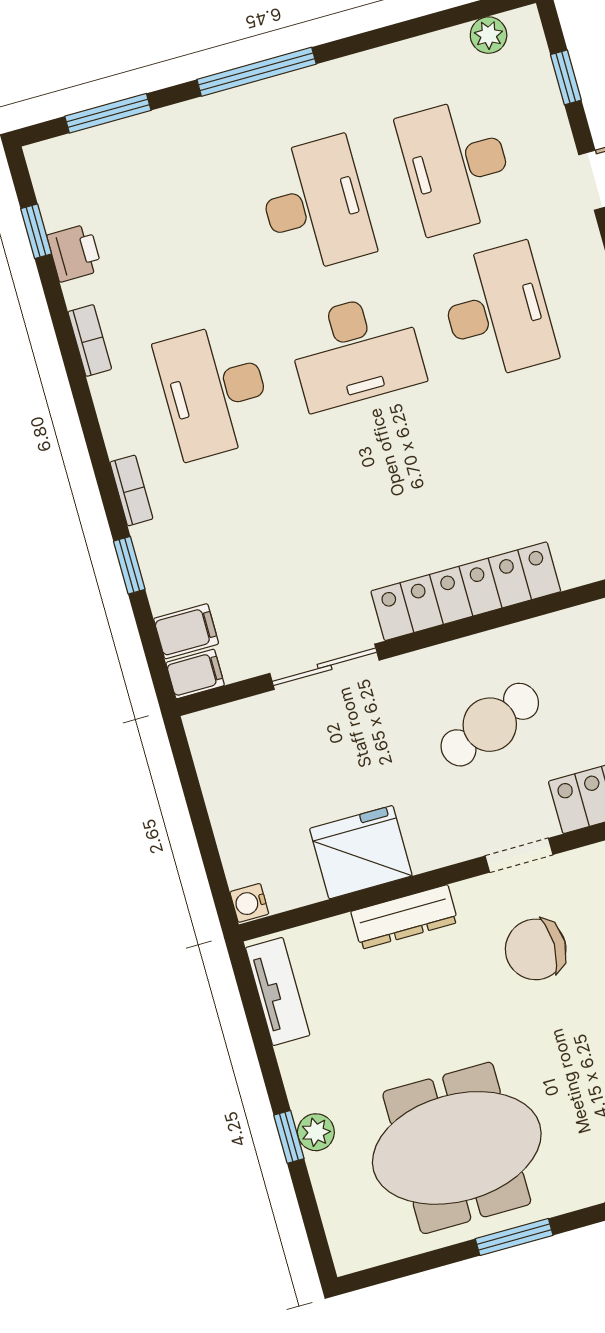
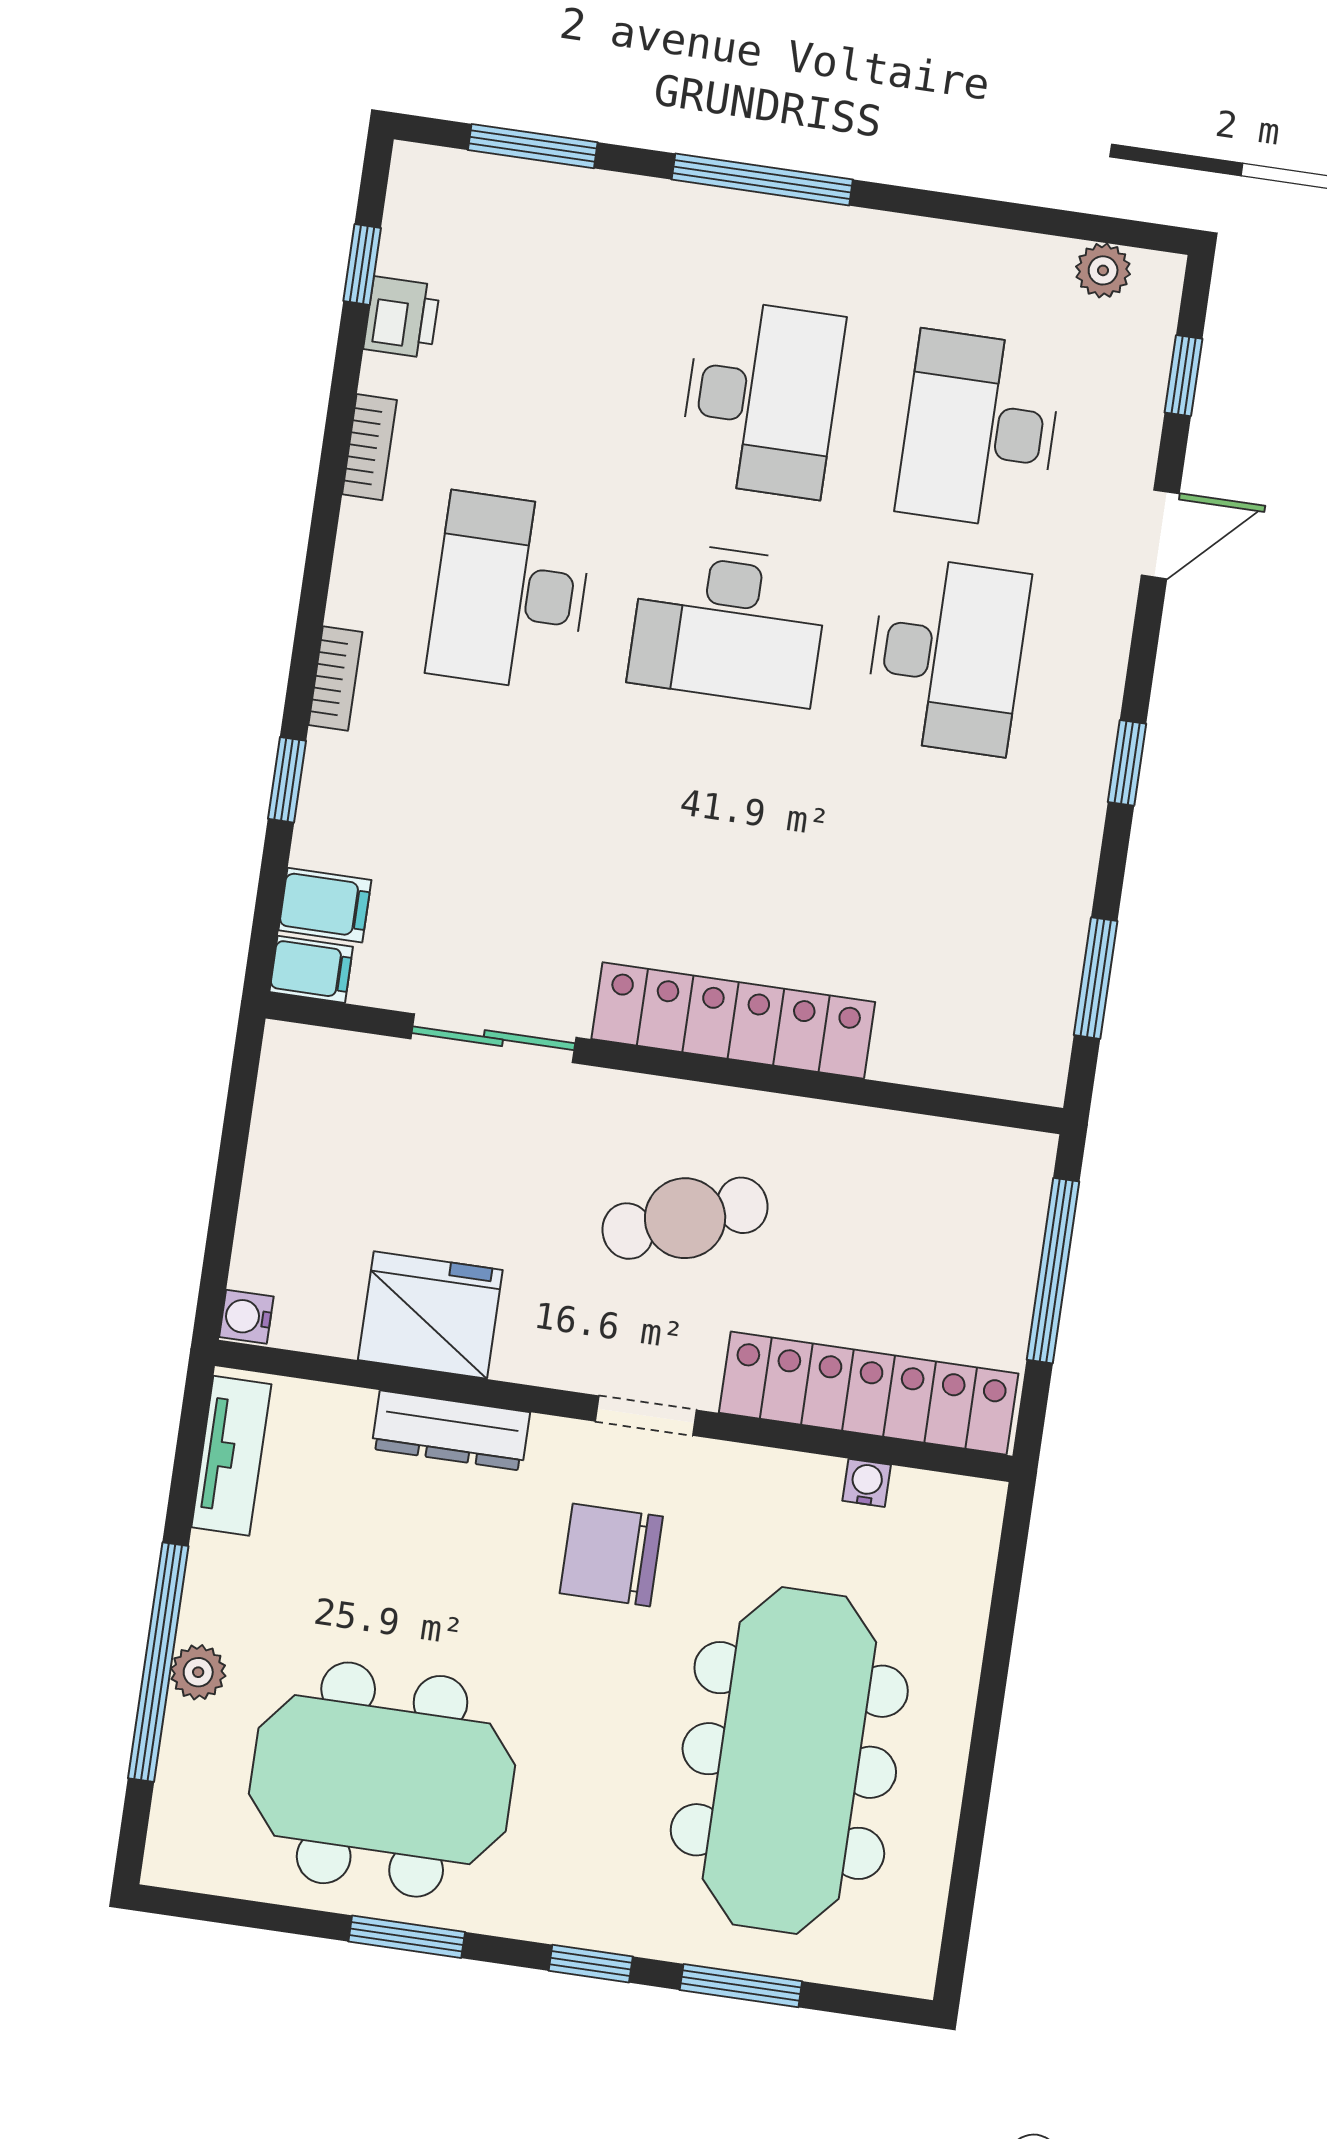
window: (289, 1137) -> (158, 1662), width x3.17

